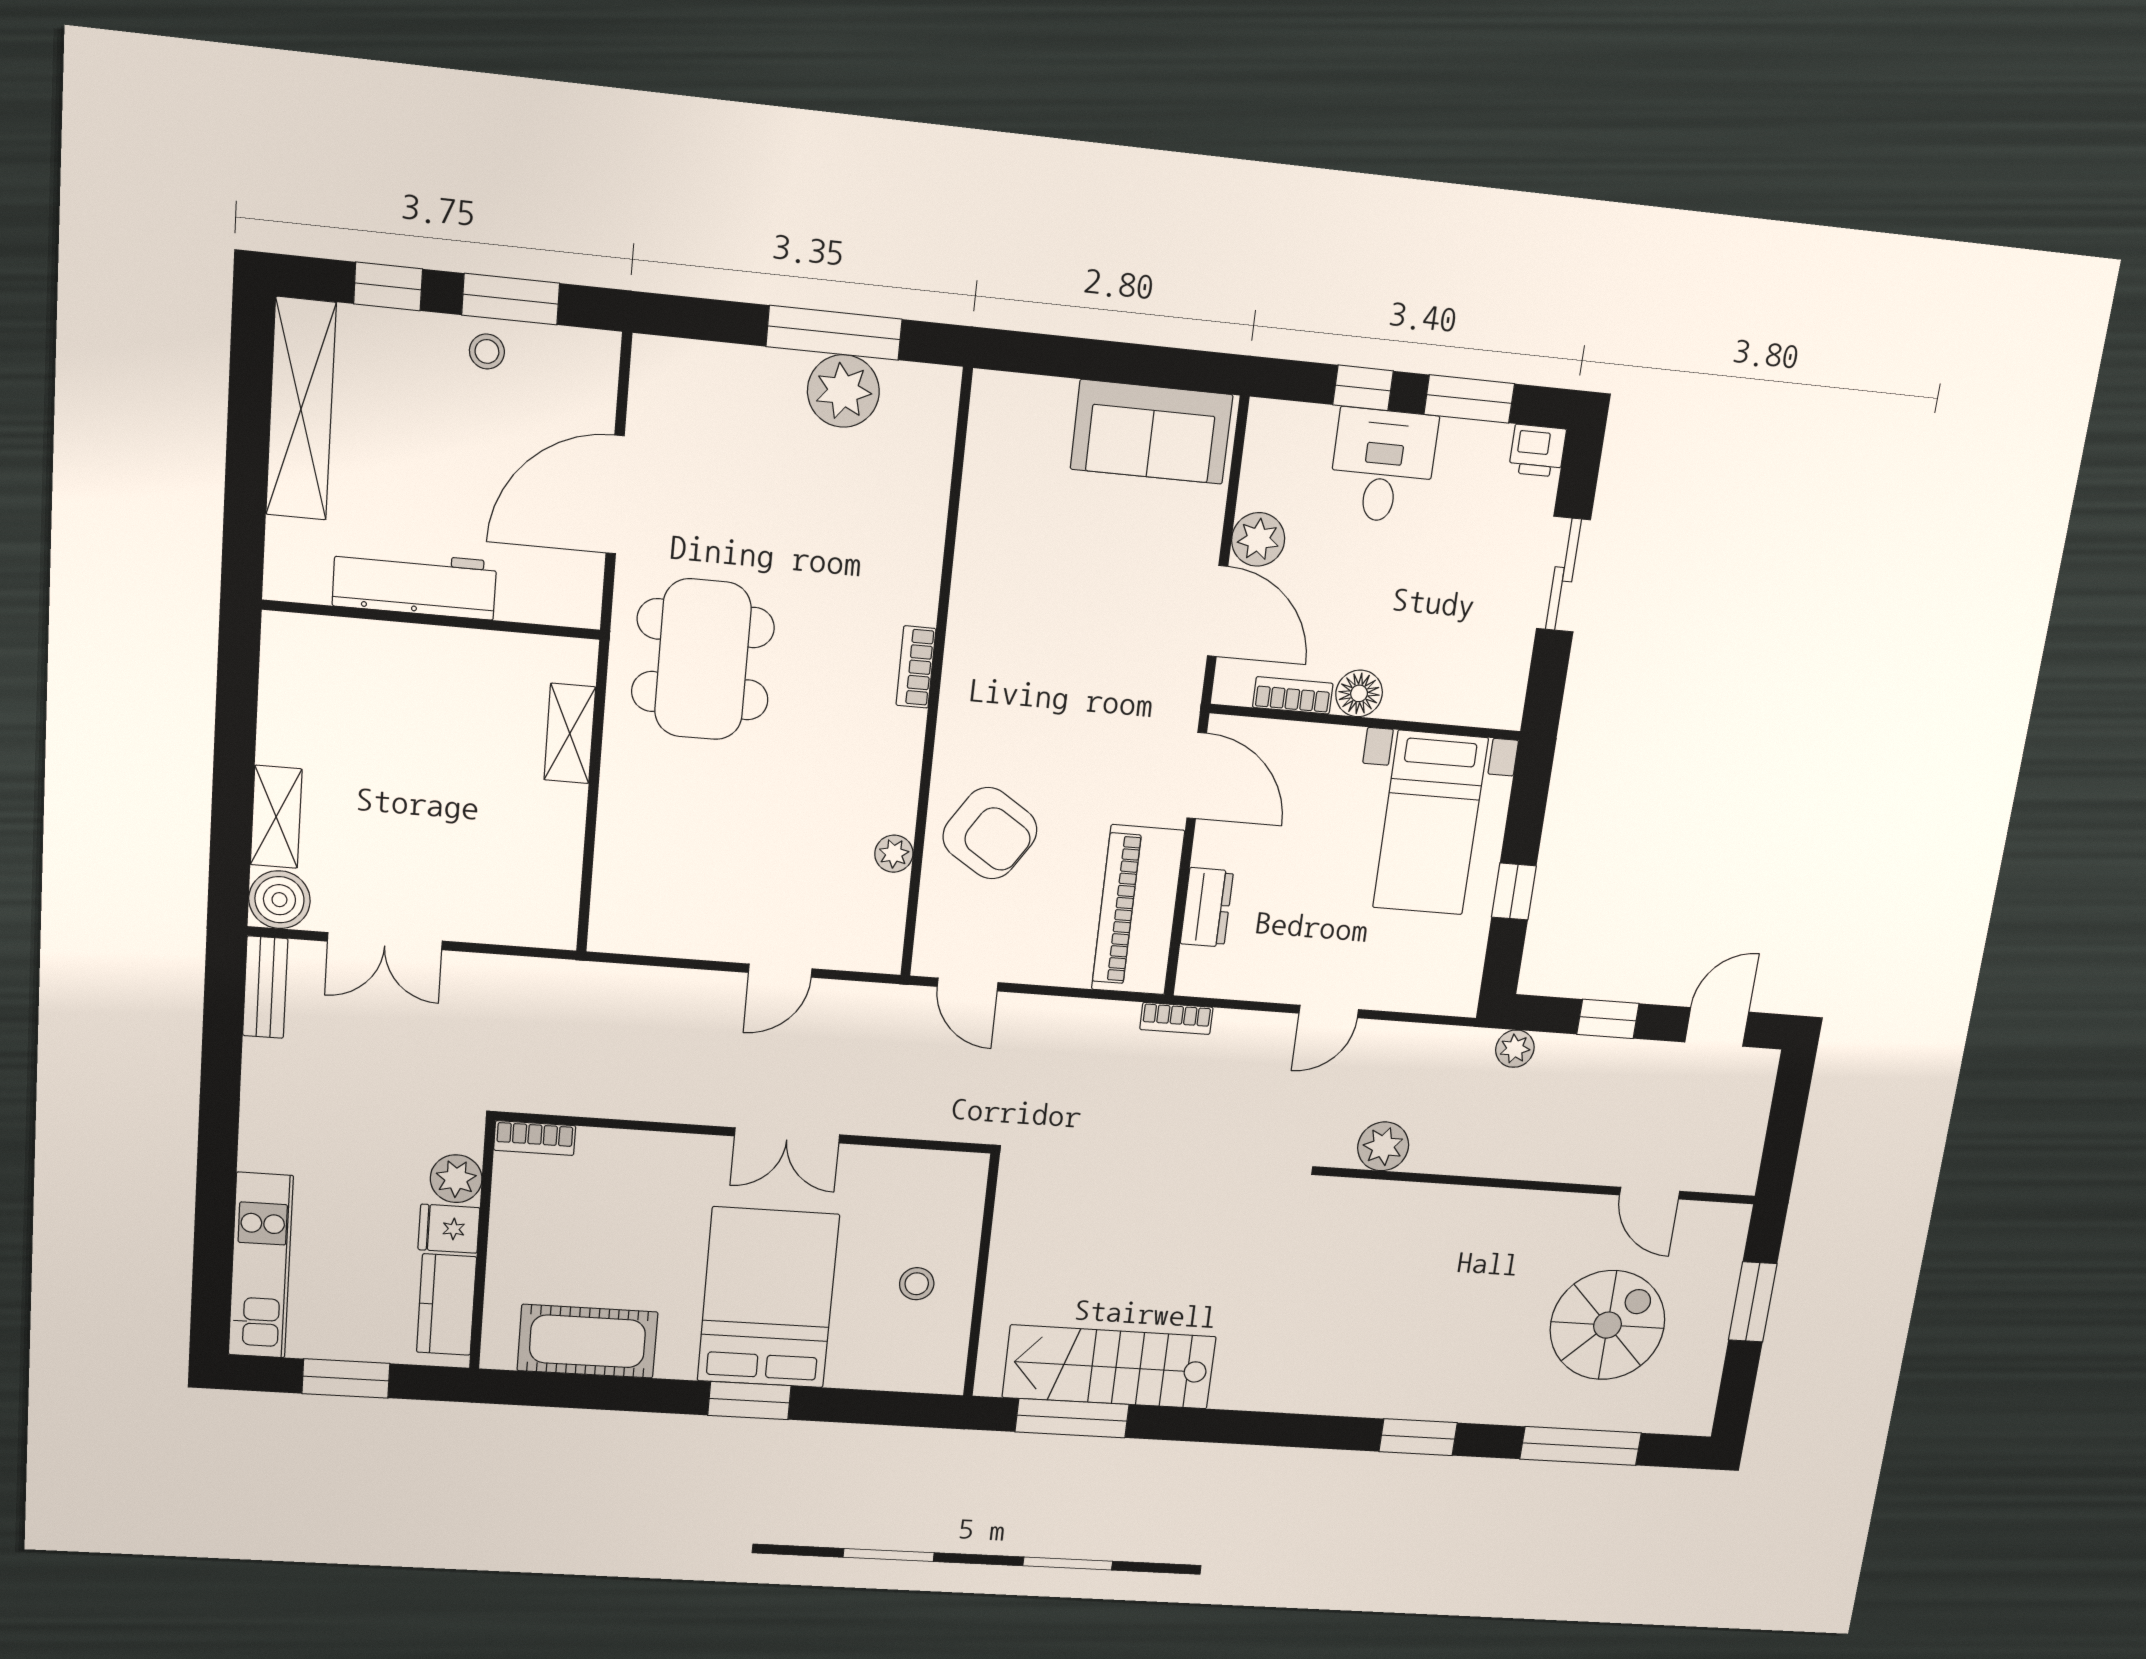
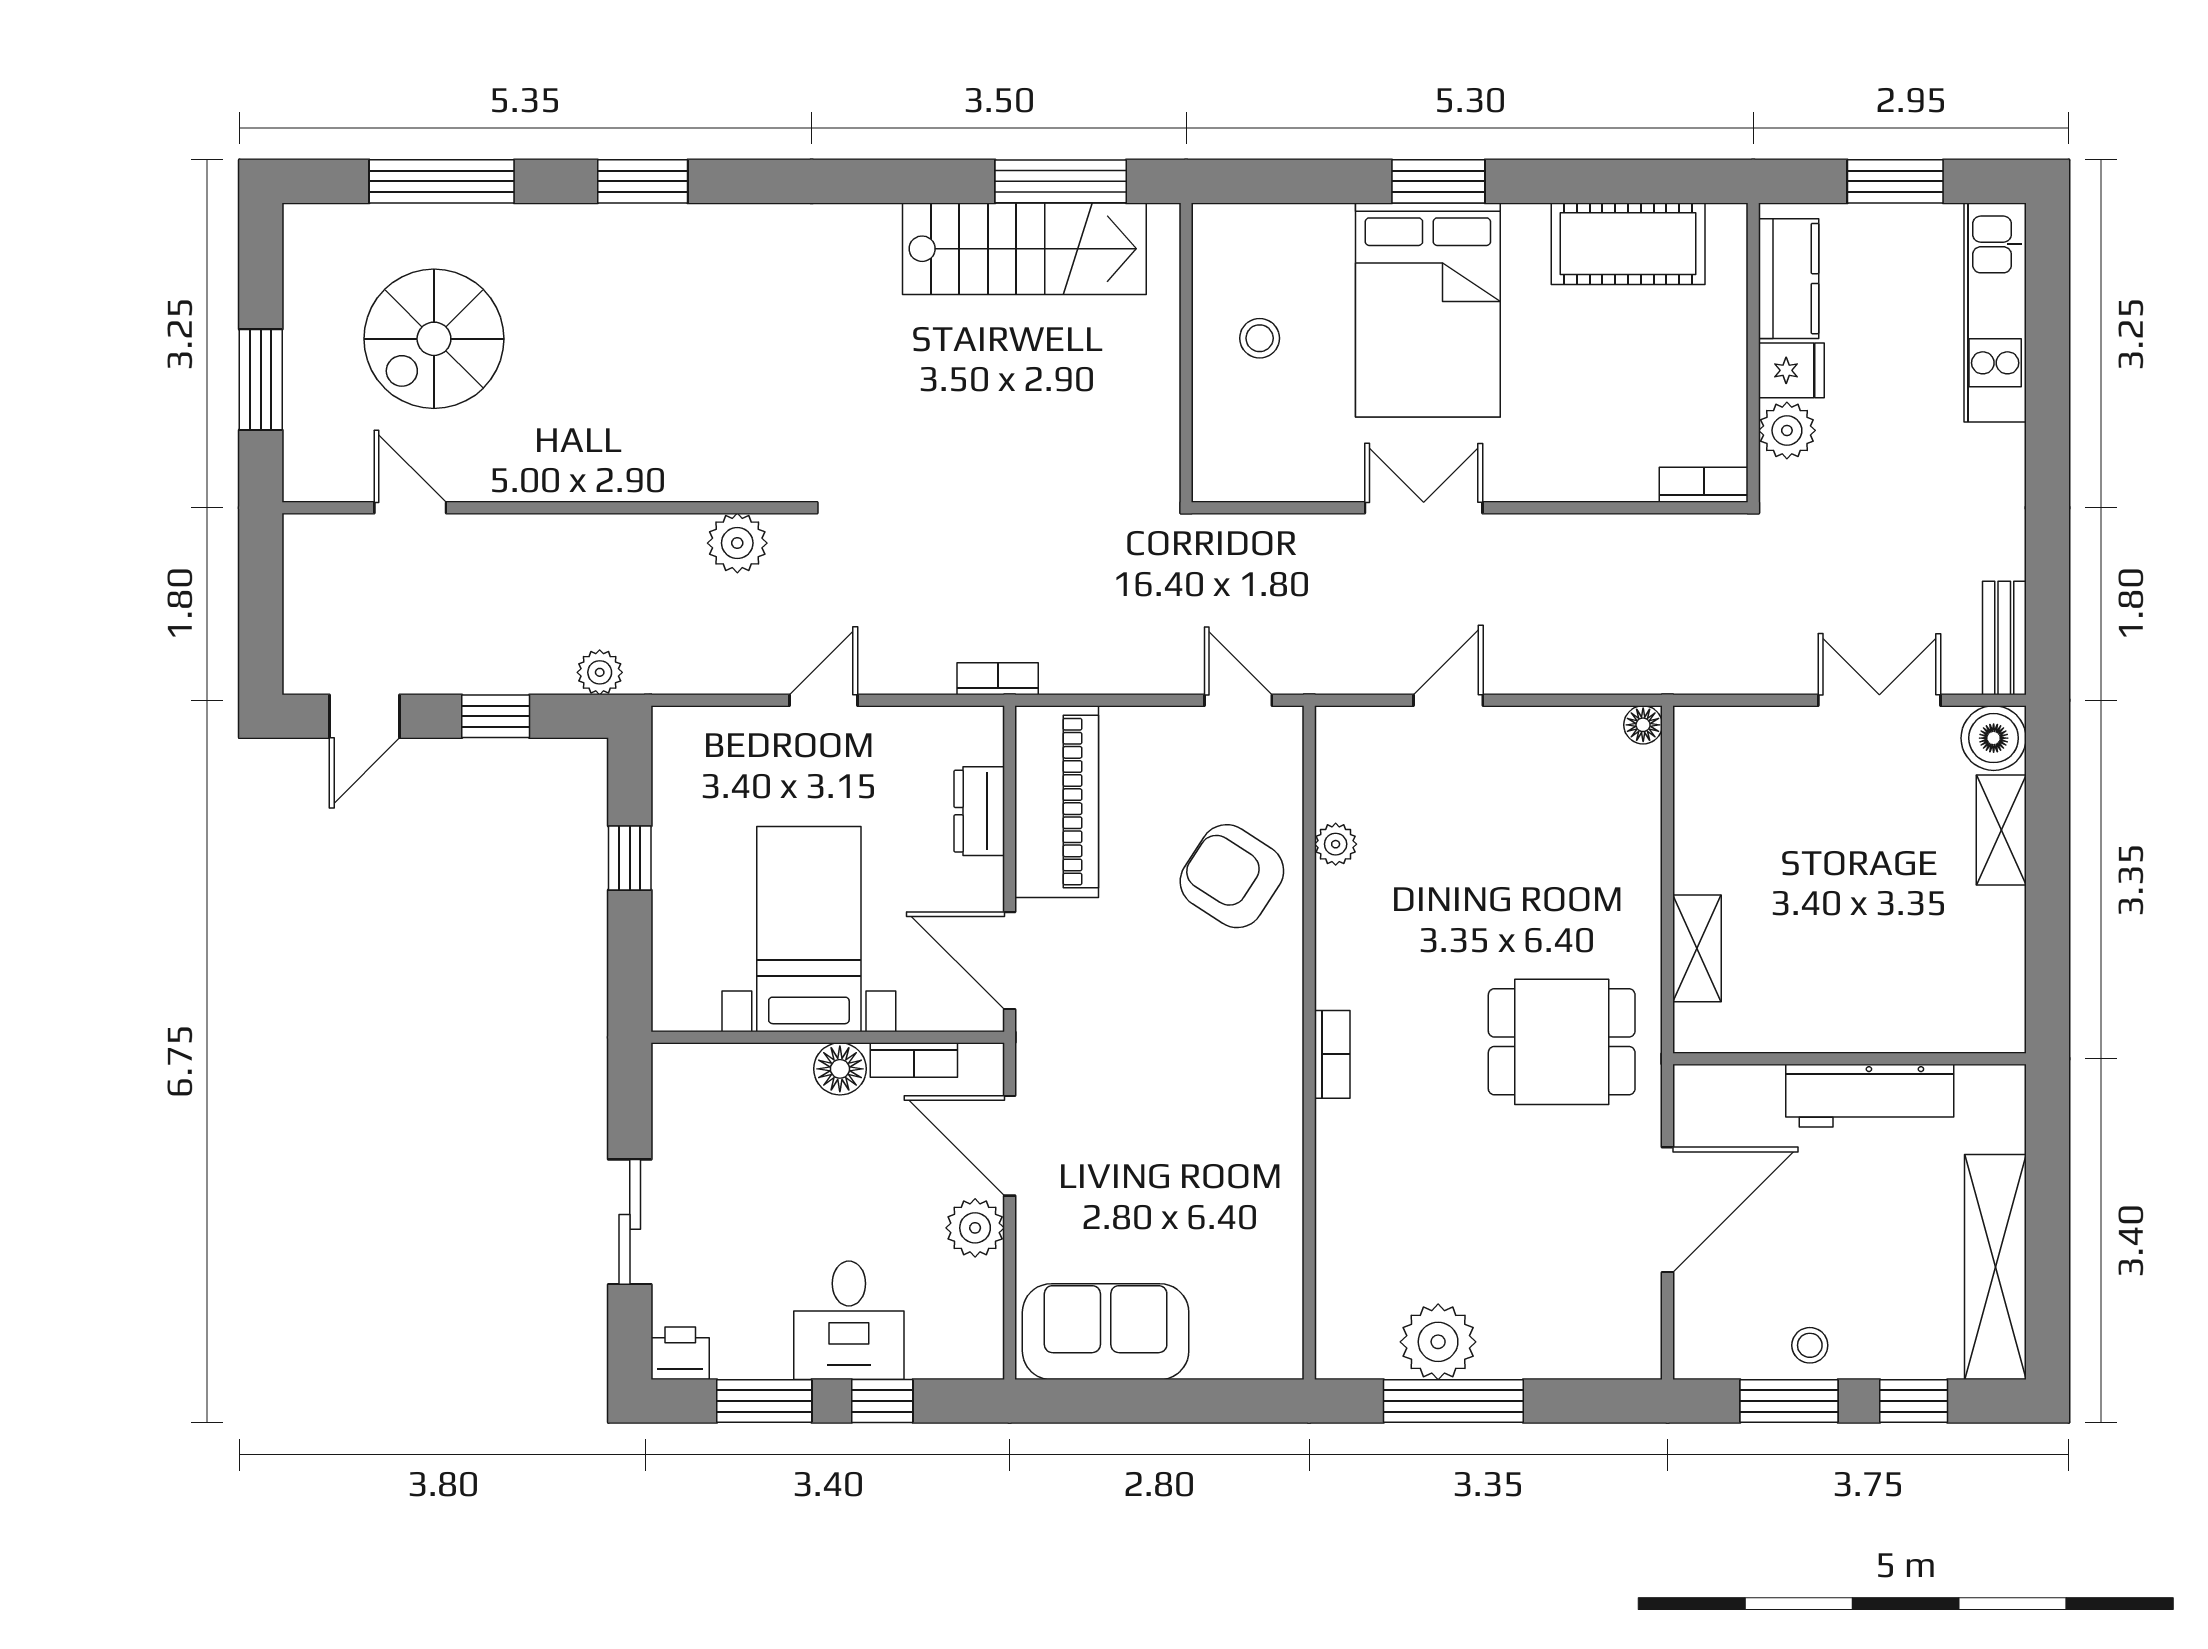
dining table: (703, 660) -> (1562, 1042), width x0.73
bed with nightstands: (1430, 823) -> (809, 929), moved
floor lamp: (605, 936) -> (1643, 725), added

